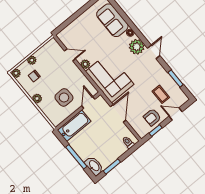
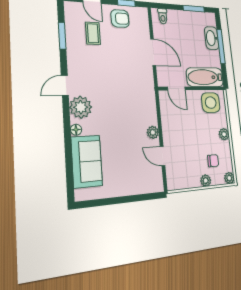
corner sofa: (110, 78) -> (137, 96), removed
side table: (64, 97) -> (211, 103), moved
door: (88, 103) -> (176, 89), hinge flipped
door: (118, 113) -> (153, 52), swing flipped
washbasin: (94, 166) -> (212, 38), moved

